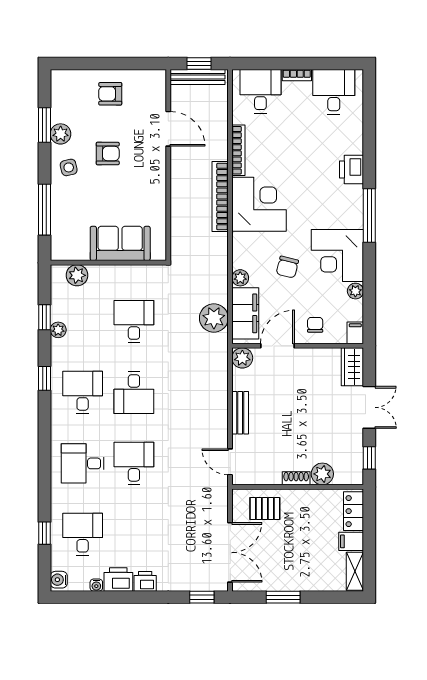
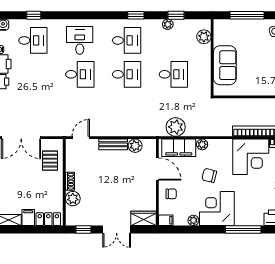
plant: (242, 358) -> (135, 146), moved
desk: (134, 392) -> (127, 74), turned 180

